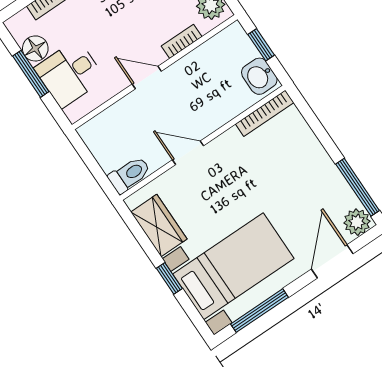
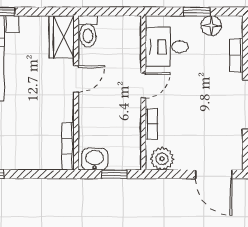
window: (31, 74) -> (197, 12), width x0.67
desk: (70, 74) -> (167, 47), moved, turned -90
wardrobe: (159, 226) -> (62, 37), moved, turned 90

